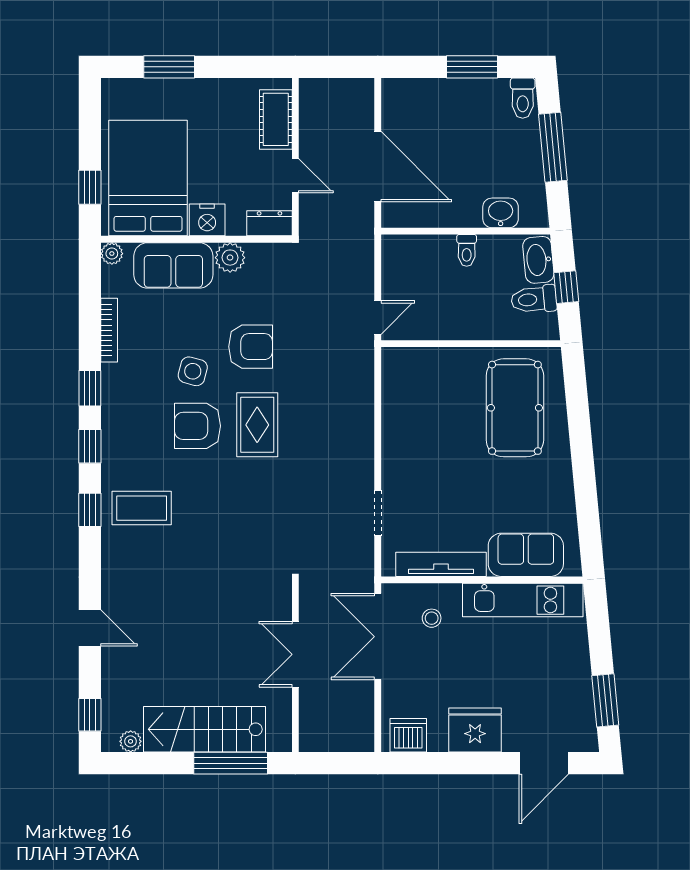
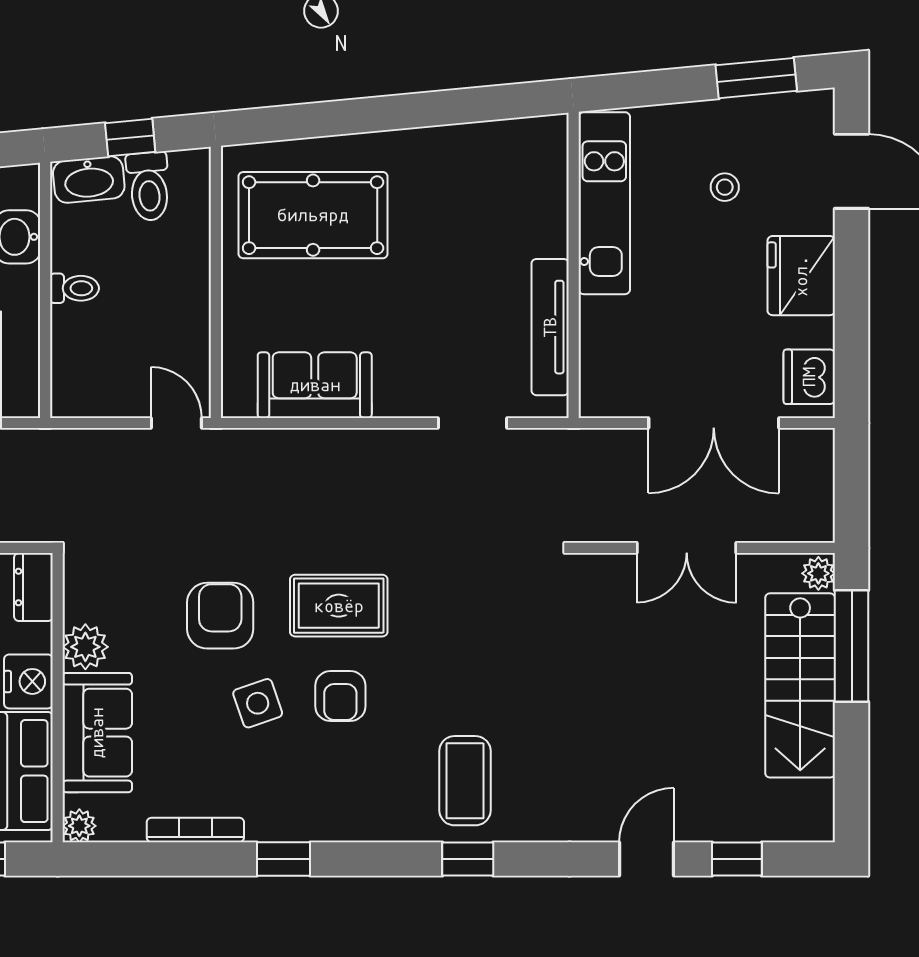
side table: (193, 371) -> (258, 703), turned -34
armchair: (198, 426) -> (340, 696), width x0.72, depth x0.72
window: (90, 446) -> (371, 859), removed
sofa: (526, 555) -> (315, 385), moved, turned 90
stool: (432, 618) -> (725, 187), moved
double door: (378, 637) -> (714, 423), moved
window: (90, 715) -> (737, 859), moved
plant: (131, 741) -> (818, 573), moved

